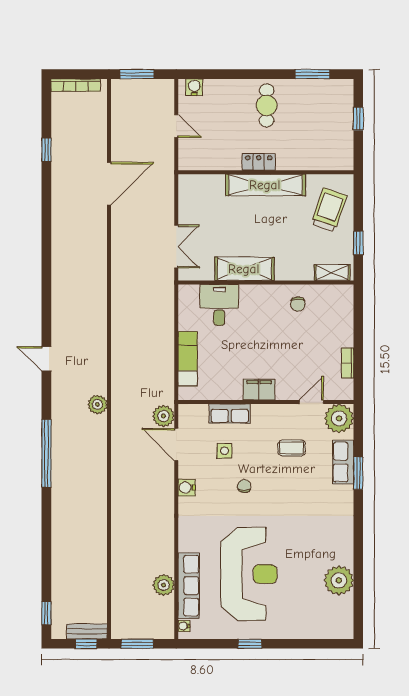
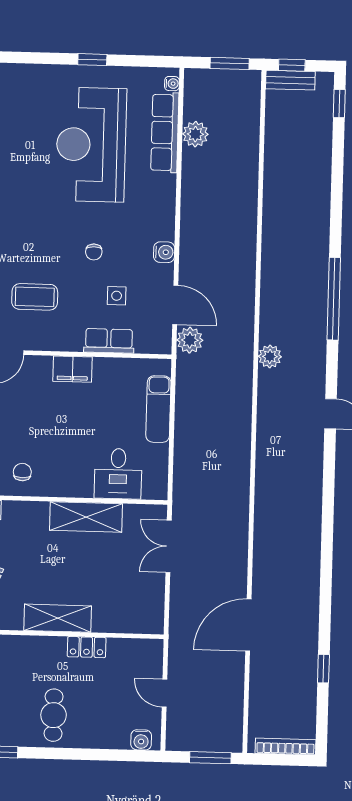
locker: (259, 162) -> (87, 647), moved
shelving: (265, 185) -> (58, 618), width x0.68
coffee table: (292, 448) -> (35, 297), width x1.36, depth x1.30

